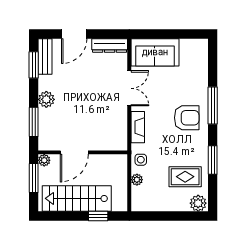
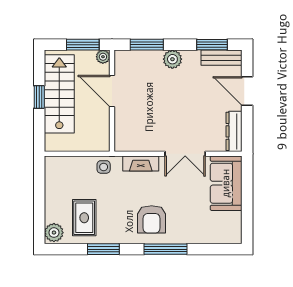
plant: (137, 180) -> (81, 162), removed
window: (98, 216) -> (39, 97), moved

